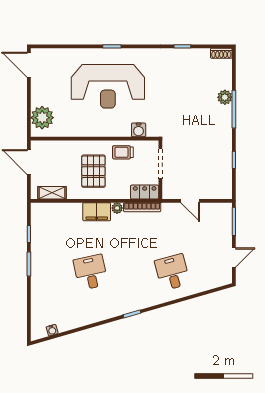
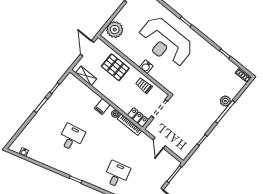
water cooler: (139, 130) -> (146, 67), moved
pallet: (93, 171) -> (115, 67), moved, turned 90
filing cabinet: (97, 212) -> (102, 107), width x0.50

